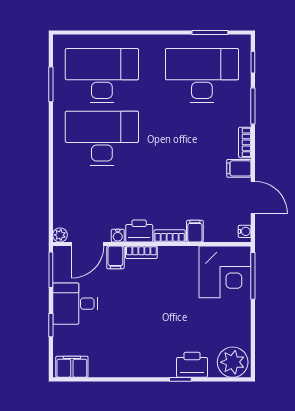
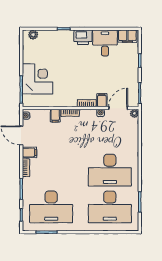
printer: (139, 231) -> (88, 116), removed
corner desk: (225, 272) -> (38, 79), moved, turned 90
desk: (75, 304) -> (105, 43), moved, turned -90
plant: (233, 362) -> (33, 35), width x0.53, depth x0.53
printer: (192, 365) -> (83, 37), moved

